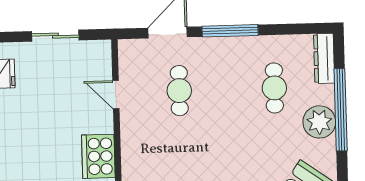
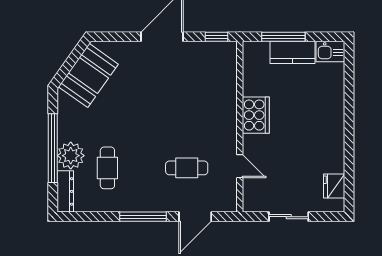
cafe table: (179, 91) -> (187, 168), turned 90
plant: (319, 122) -> (71, 156), moved

